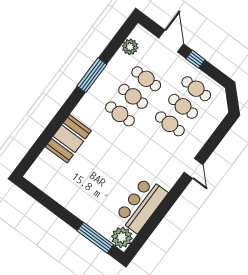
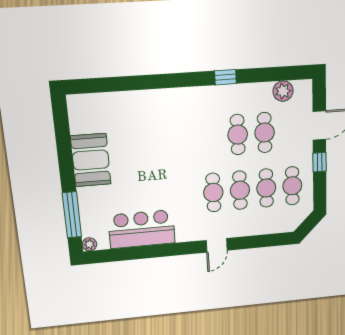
window: (92, 75) -> (225, 77), width x0.46
cafe table: (120, 114) -> (213, 192), moved
booth: (68, 139) -> (91, 160), moved, turned 90
plant: (122, 237) -> (89, 244), width x0.53, depth x0.53

